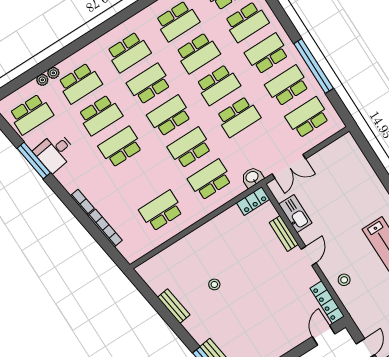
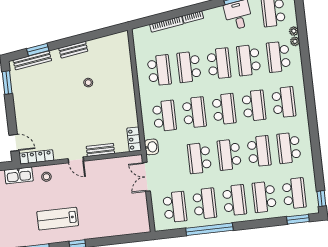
school desk: (129, 52) -> (284, 102), turned 180
school desk: (198, 53) -> (259, 151), turned 180
school desk: (141, 179) -> (189, 67), added
kitchen sink: (295, 214) -> (19, 175), moved
bench: (174, 306) -> (73, 50), moved

